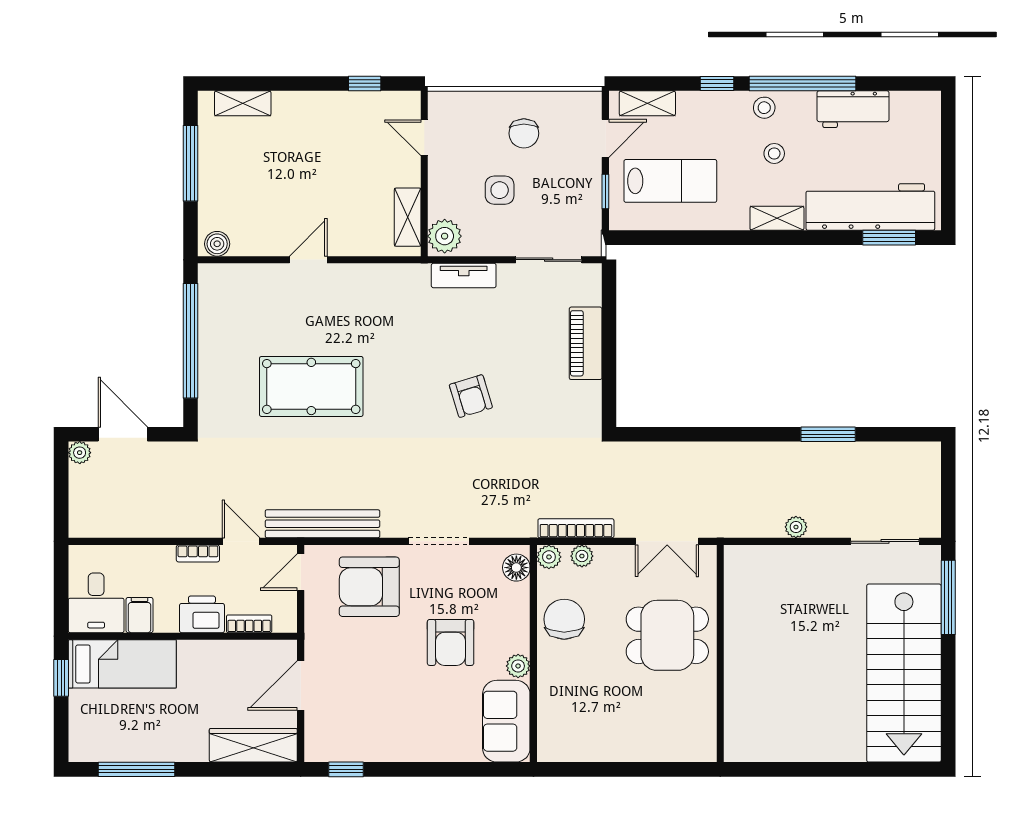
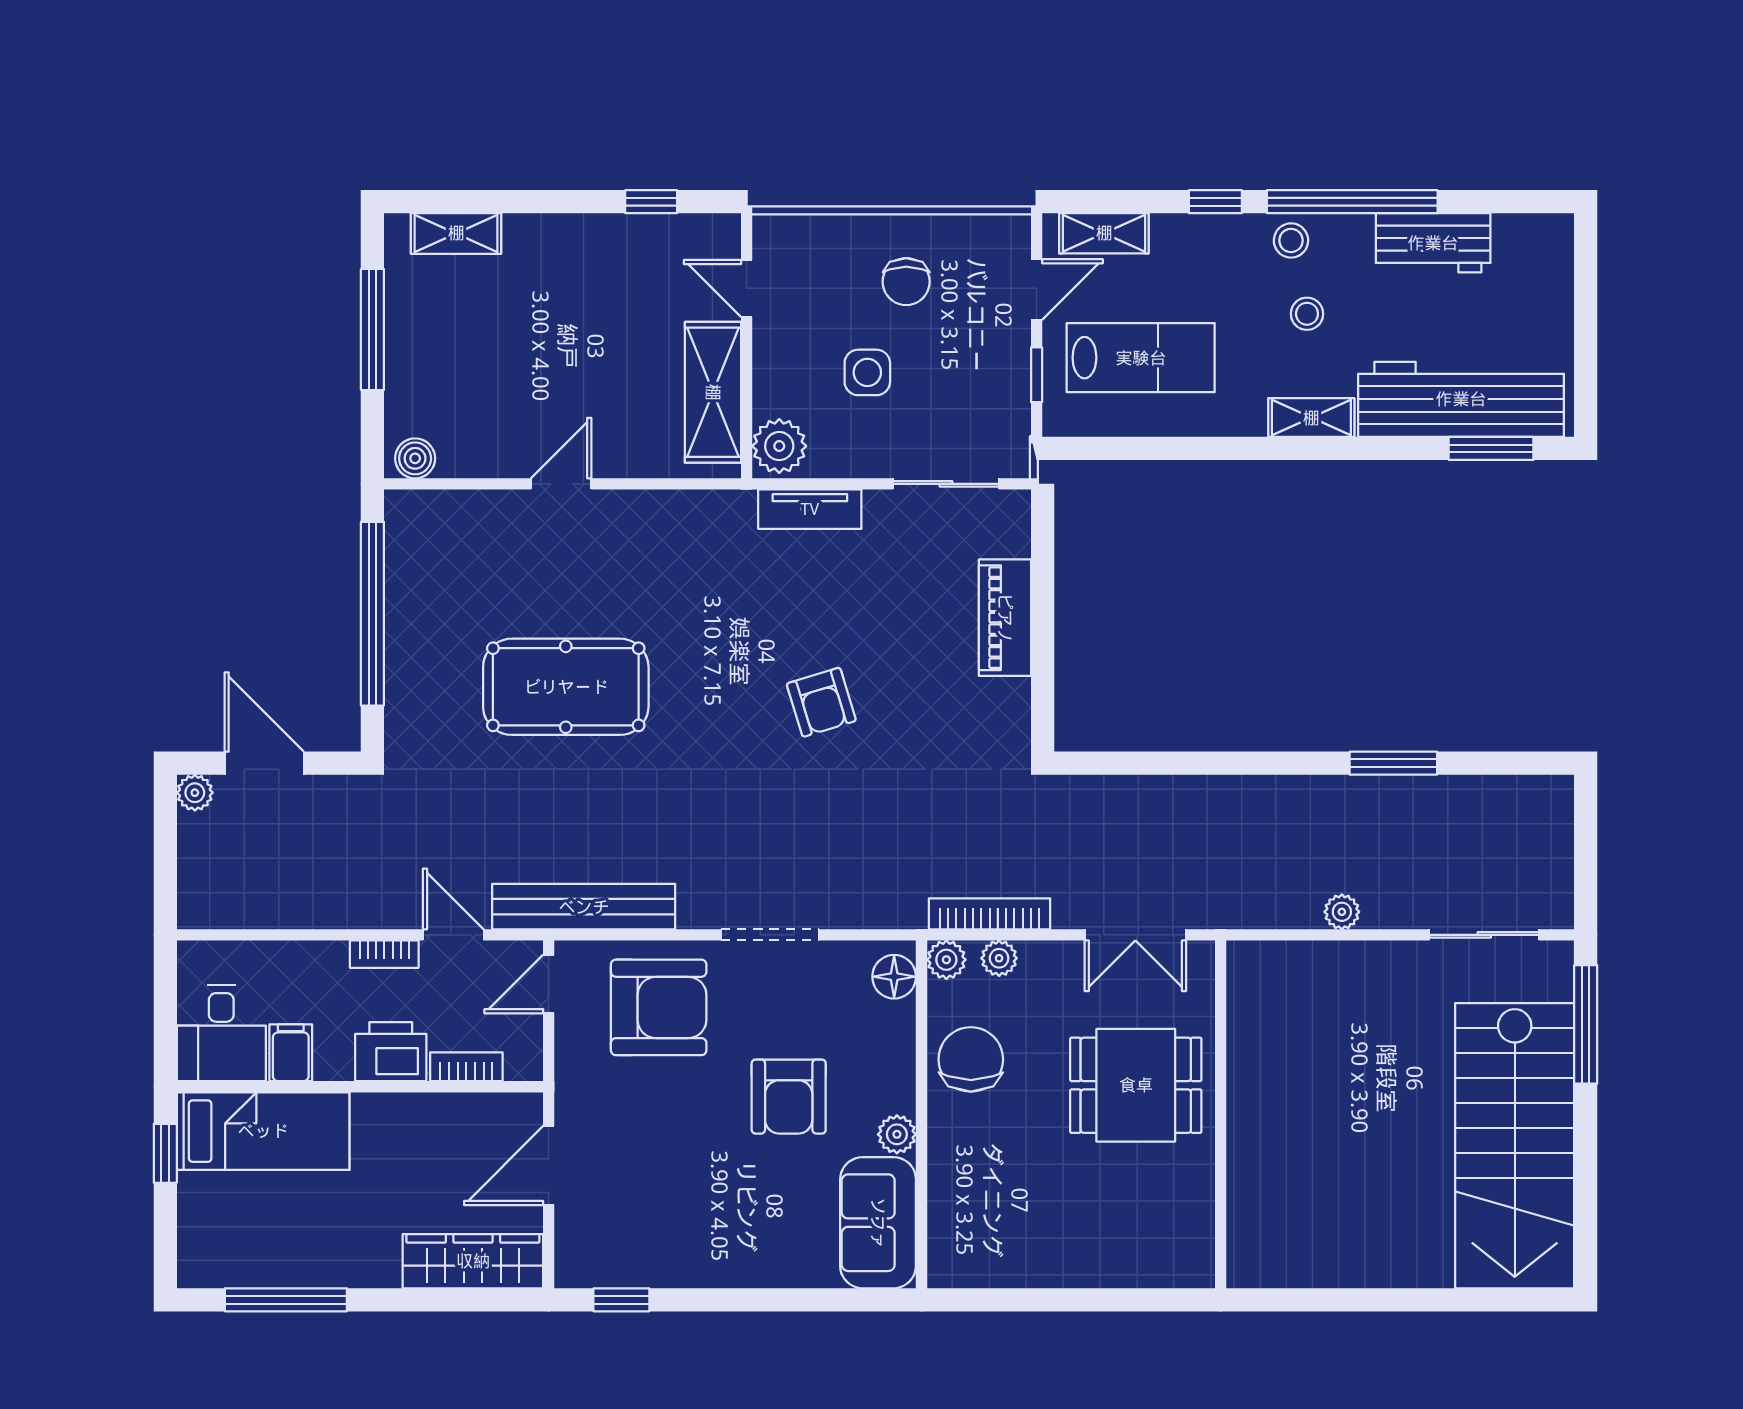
shelving: (408, 217) -> (713, 392), width x1.50, depth x1.33
armchair: (369, 587) -> (659, 1007), turned 180

